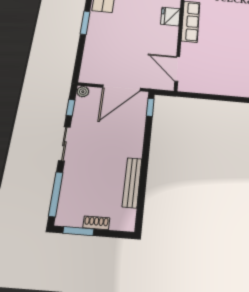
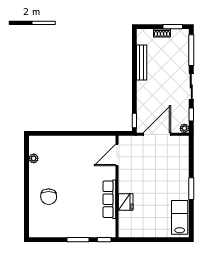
door: (177, 69) -> (117, 155), swing flipped

